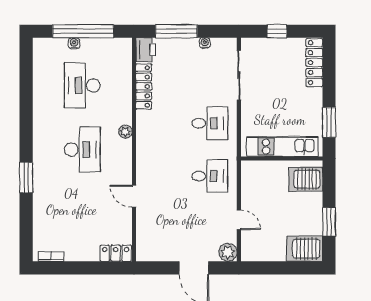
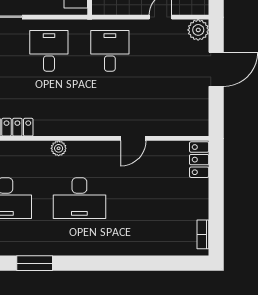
desk: (82, 150) -> (79, 198), turned 180
window: (26, 178) -> (35, 263), moved

